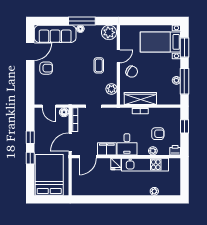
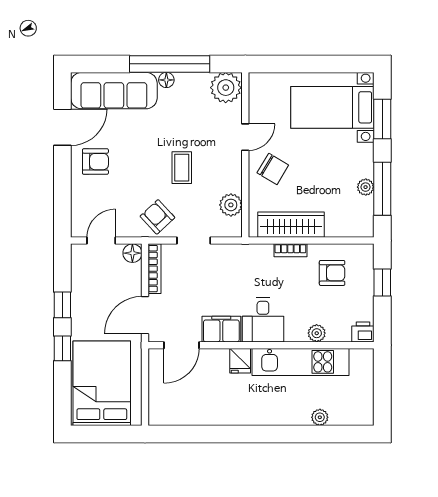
window: (82, 21) -> (170, 64), width x1.46
coffee table: (99, 65) -> (182, 168), moved
armchair: (76, 95) -> (157, 217), added
door: (49, 106) -> (101, 241), swing flipped
armchair: (158, 134) -> (332, 273), moved

